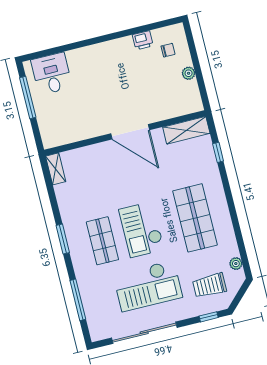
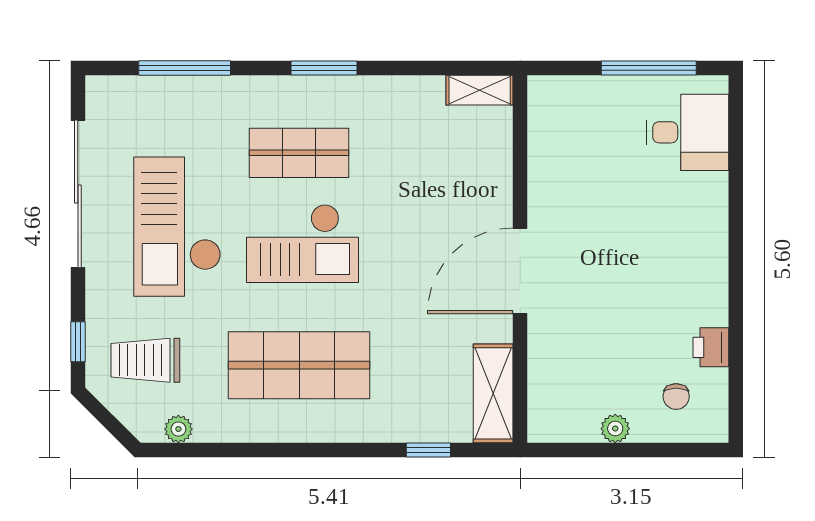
checkout: (142, 230) -> (303, 243), turned 180
trolley: (209, 285) -> (145, 360), turned -90

